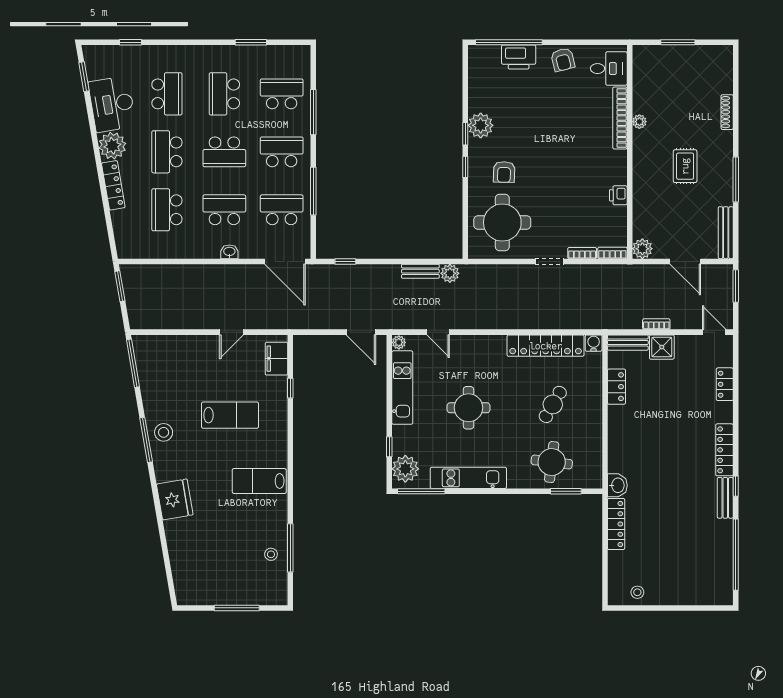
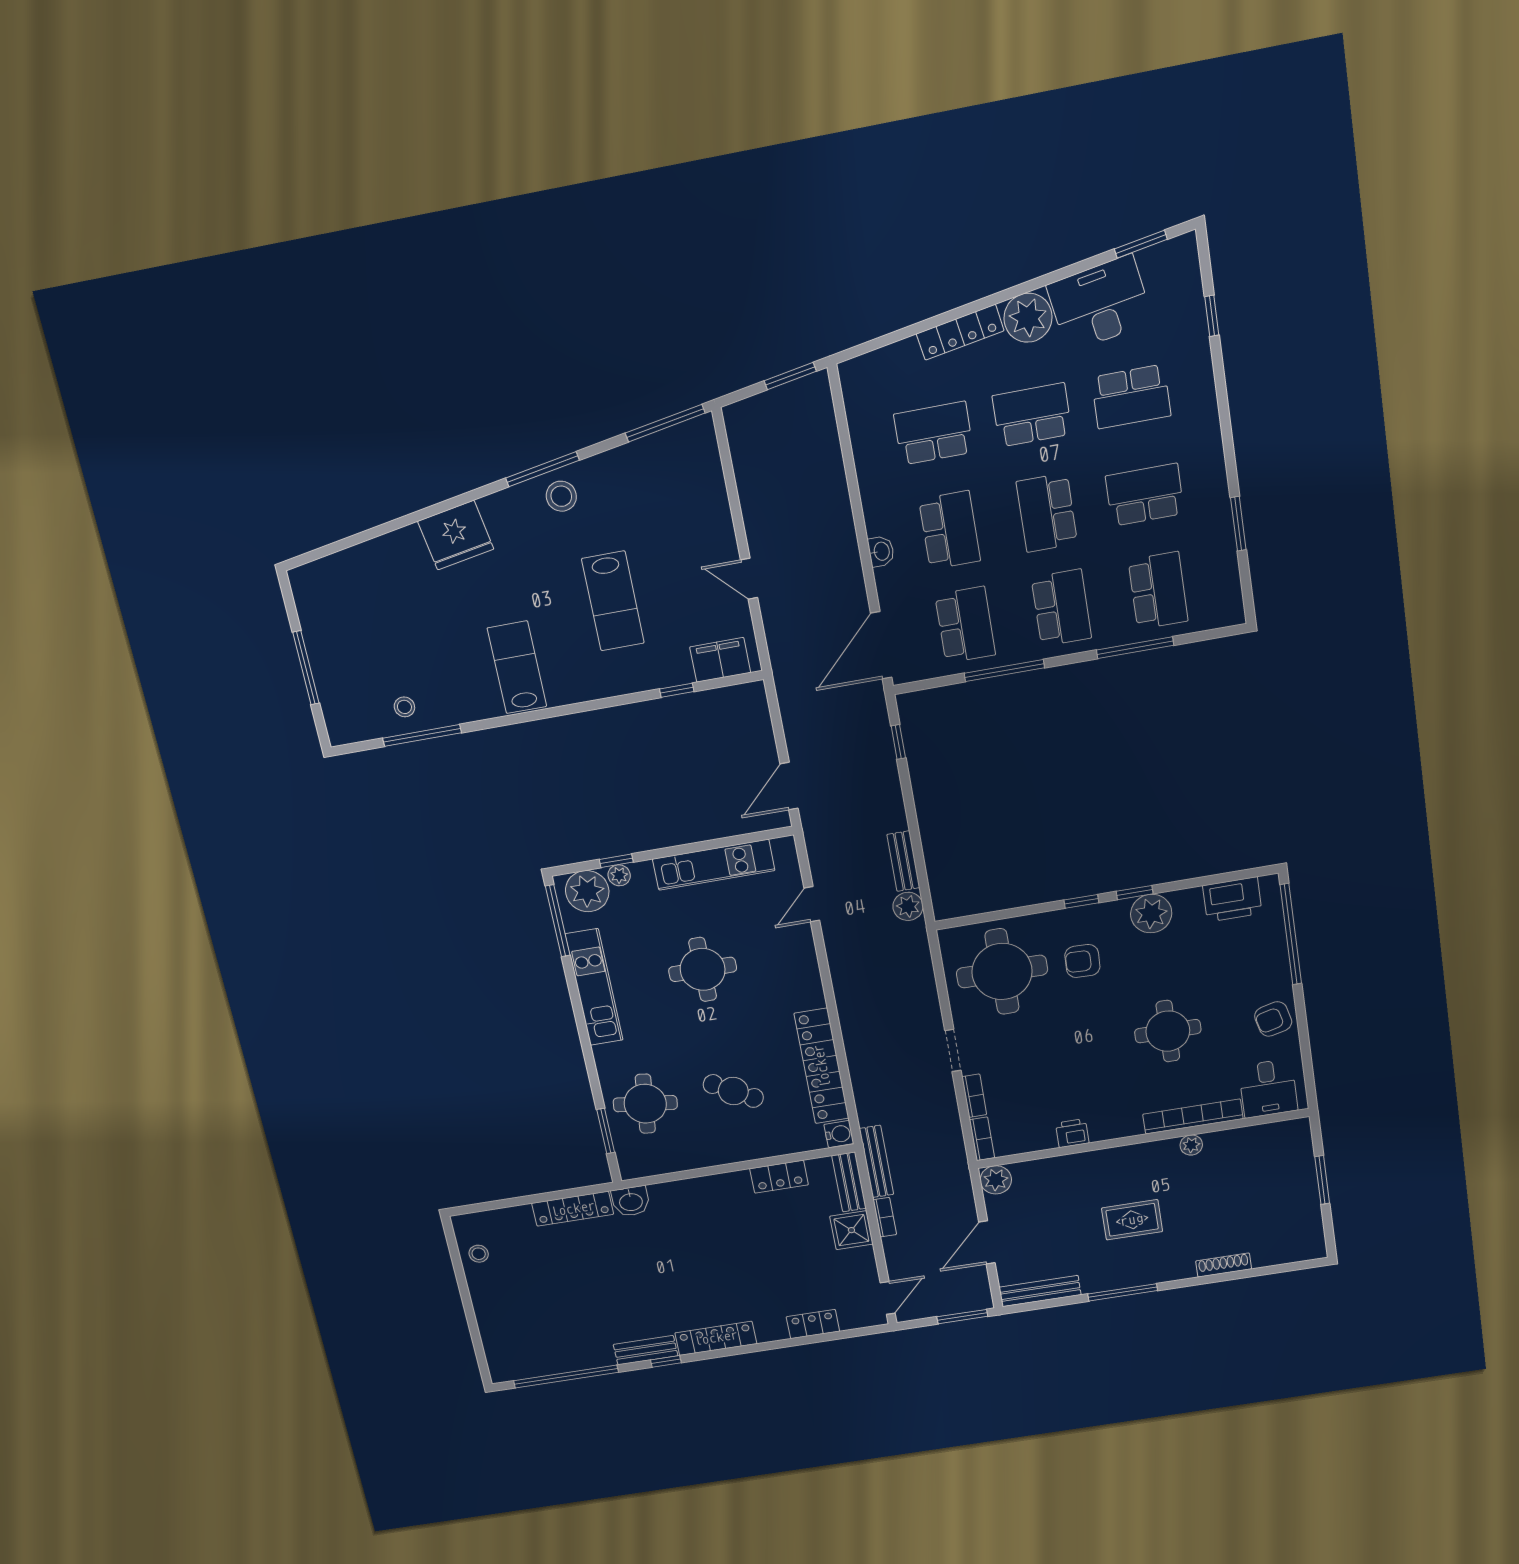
printer: (519, 57) -> (1232, 899), moved, turned -90
round table: (560, 126) -> (1168, 1031), added
bench: (617, 323) -> (876, 1161), added
plant: (399, 342) -> (619, 875), moved

